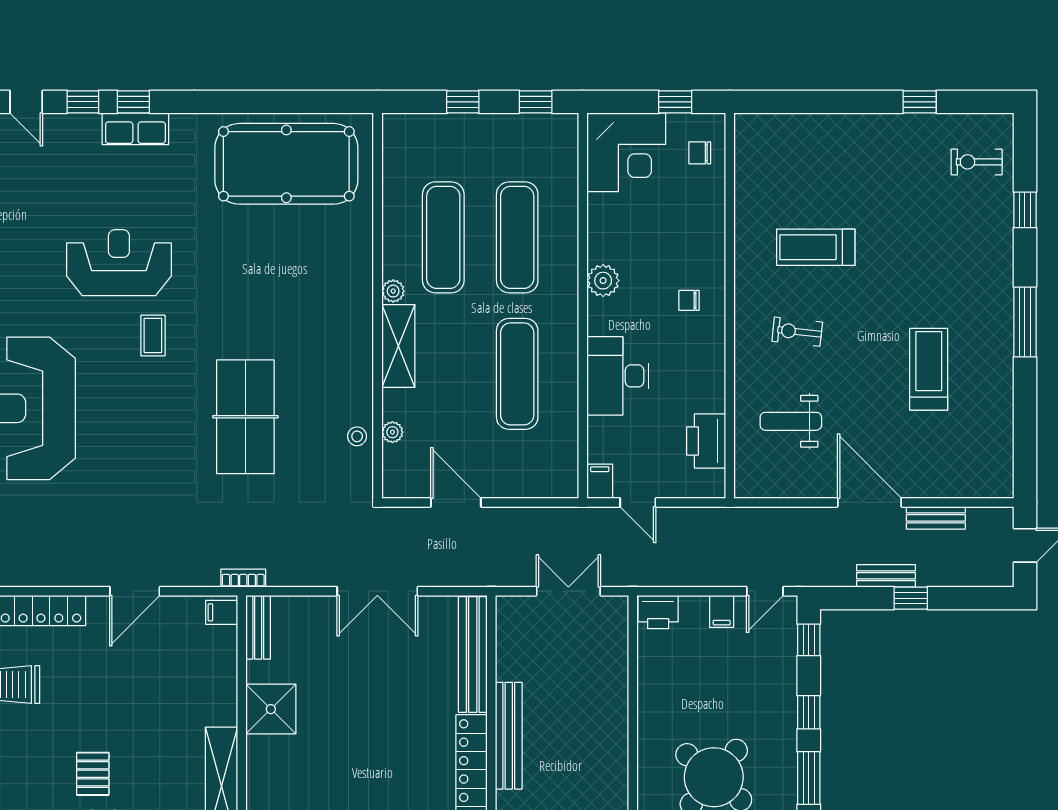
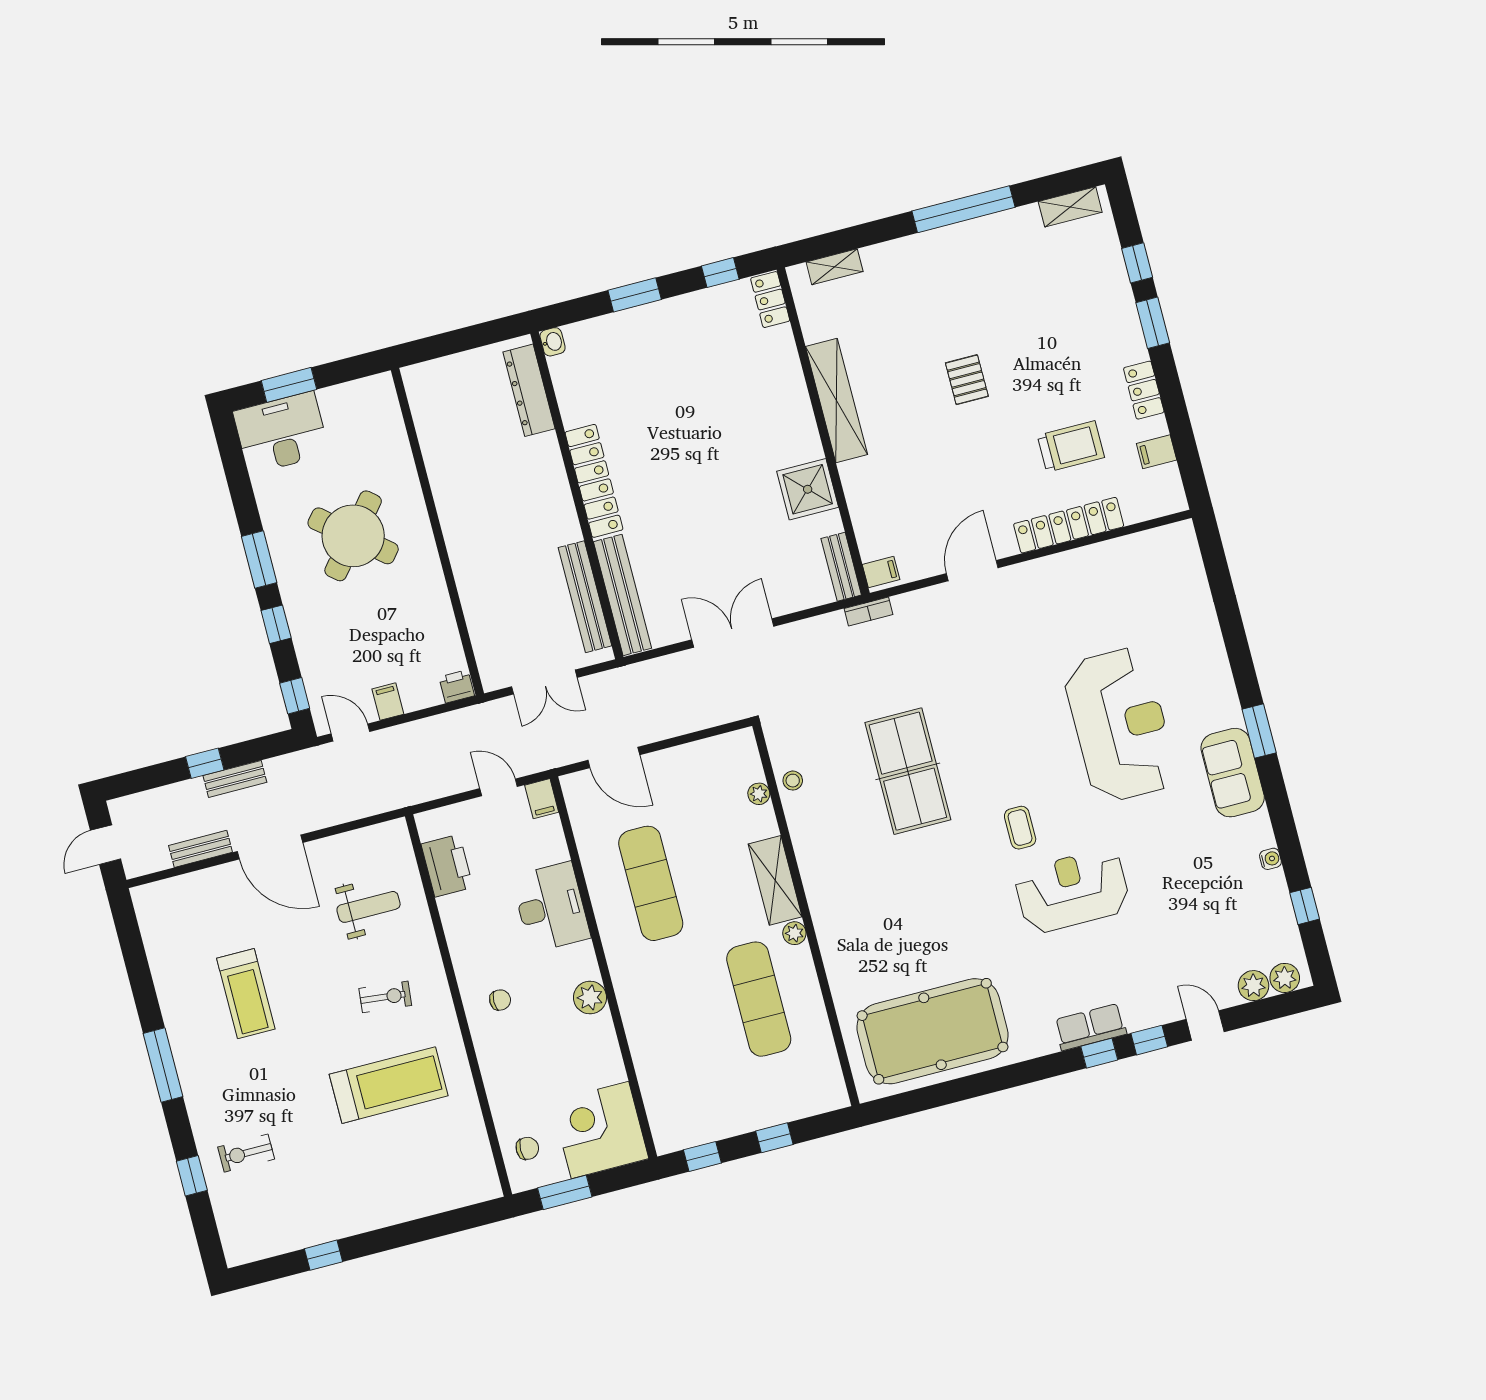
window: (675, 102) -> (565, 1192), width x1.50
exercise bike: (977, 162) -> (246, 1153), moved, turned 180
exercise mat: (517, 237) -> (686, 1018), removed
treadmill: (816, 247) -> (389, 1085), width x1.37, depth x1.38
reception desk: (119, 263) -> (1072, 891), turned 180
door: (456, 502) -> (614, 757), moved
door: (765, 591) -> (350, 733), hinge flipped
printer: (658, 612) -> (457, 686), width x0.73, depth x0.81
bench: (509, 736) -> (585, 597), moved

